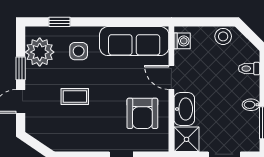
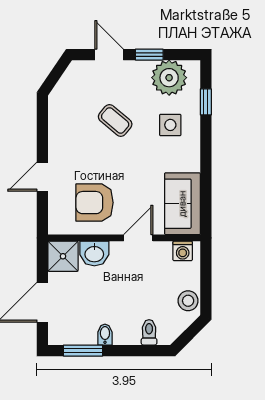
sofa: (134, 41) -> (182, 204), width x0.73
coffee table: (75, 96) -> (115, 120), turned -50
washbasin: (184, 109) -> (94, 253), width x0.72

